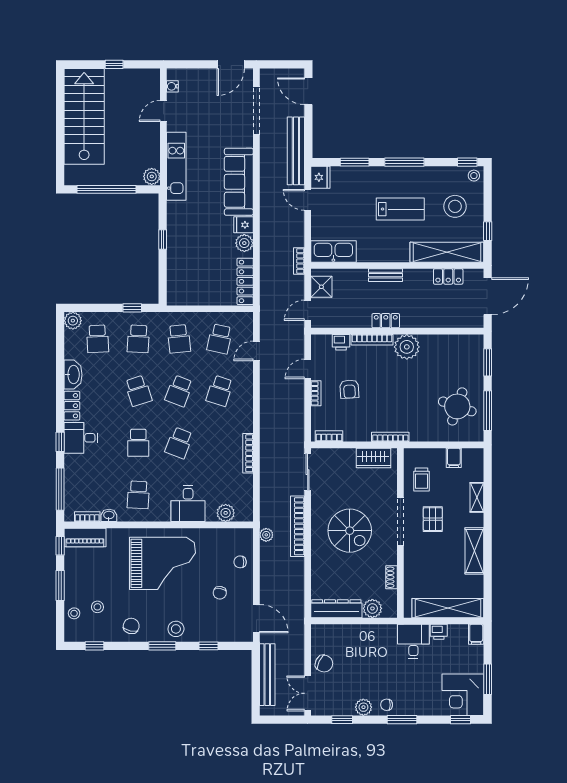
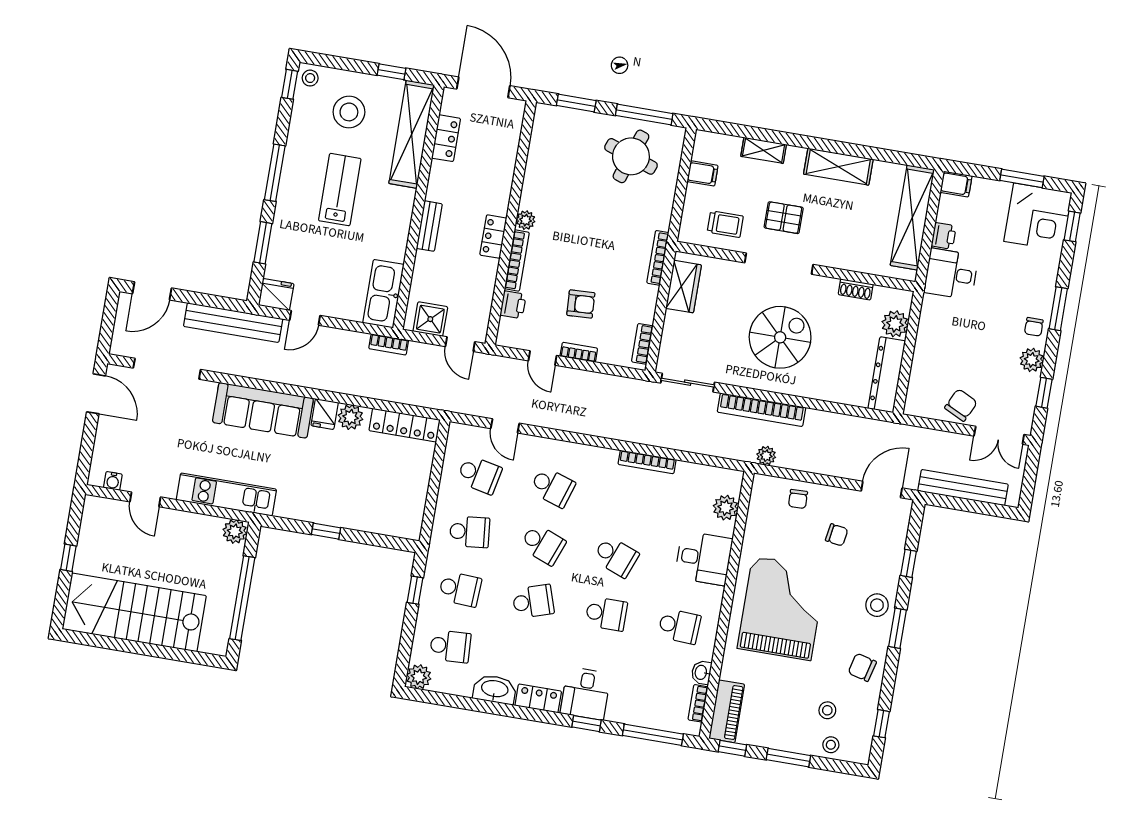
plant: (407, 347) -> (526, 220), width x0.53, depth x0.53

